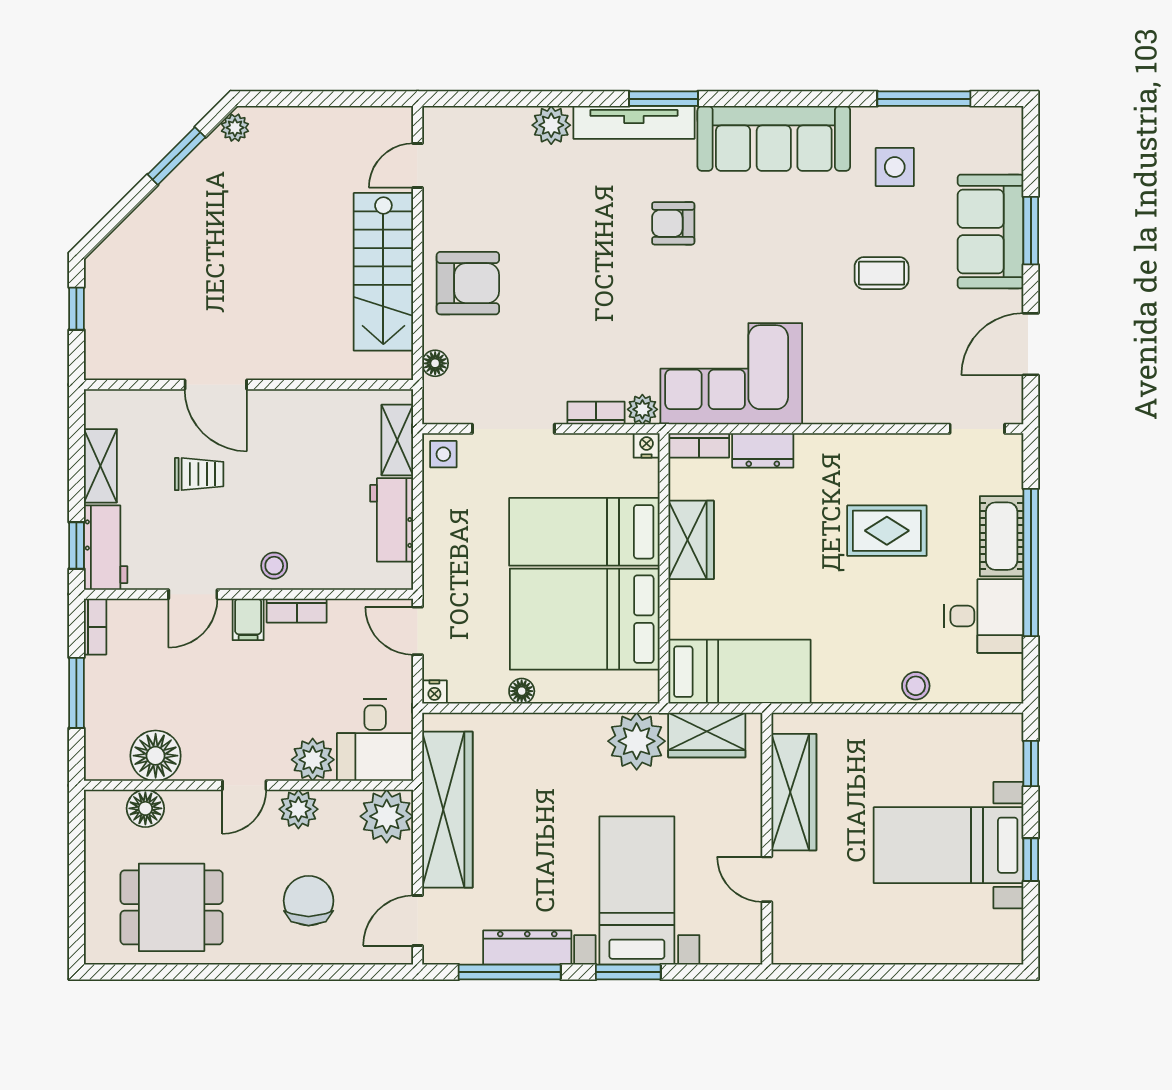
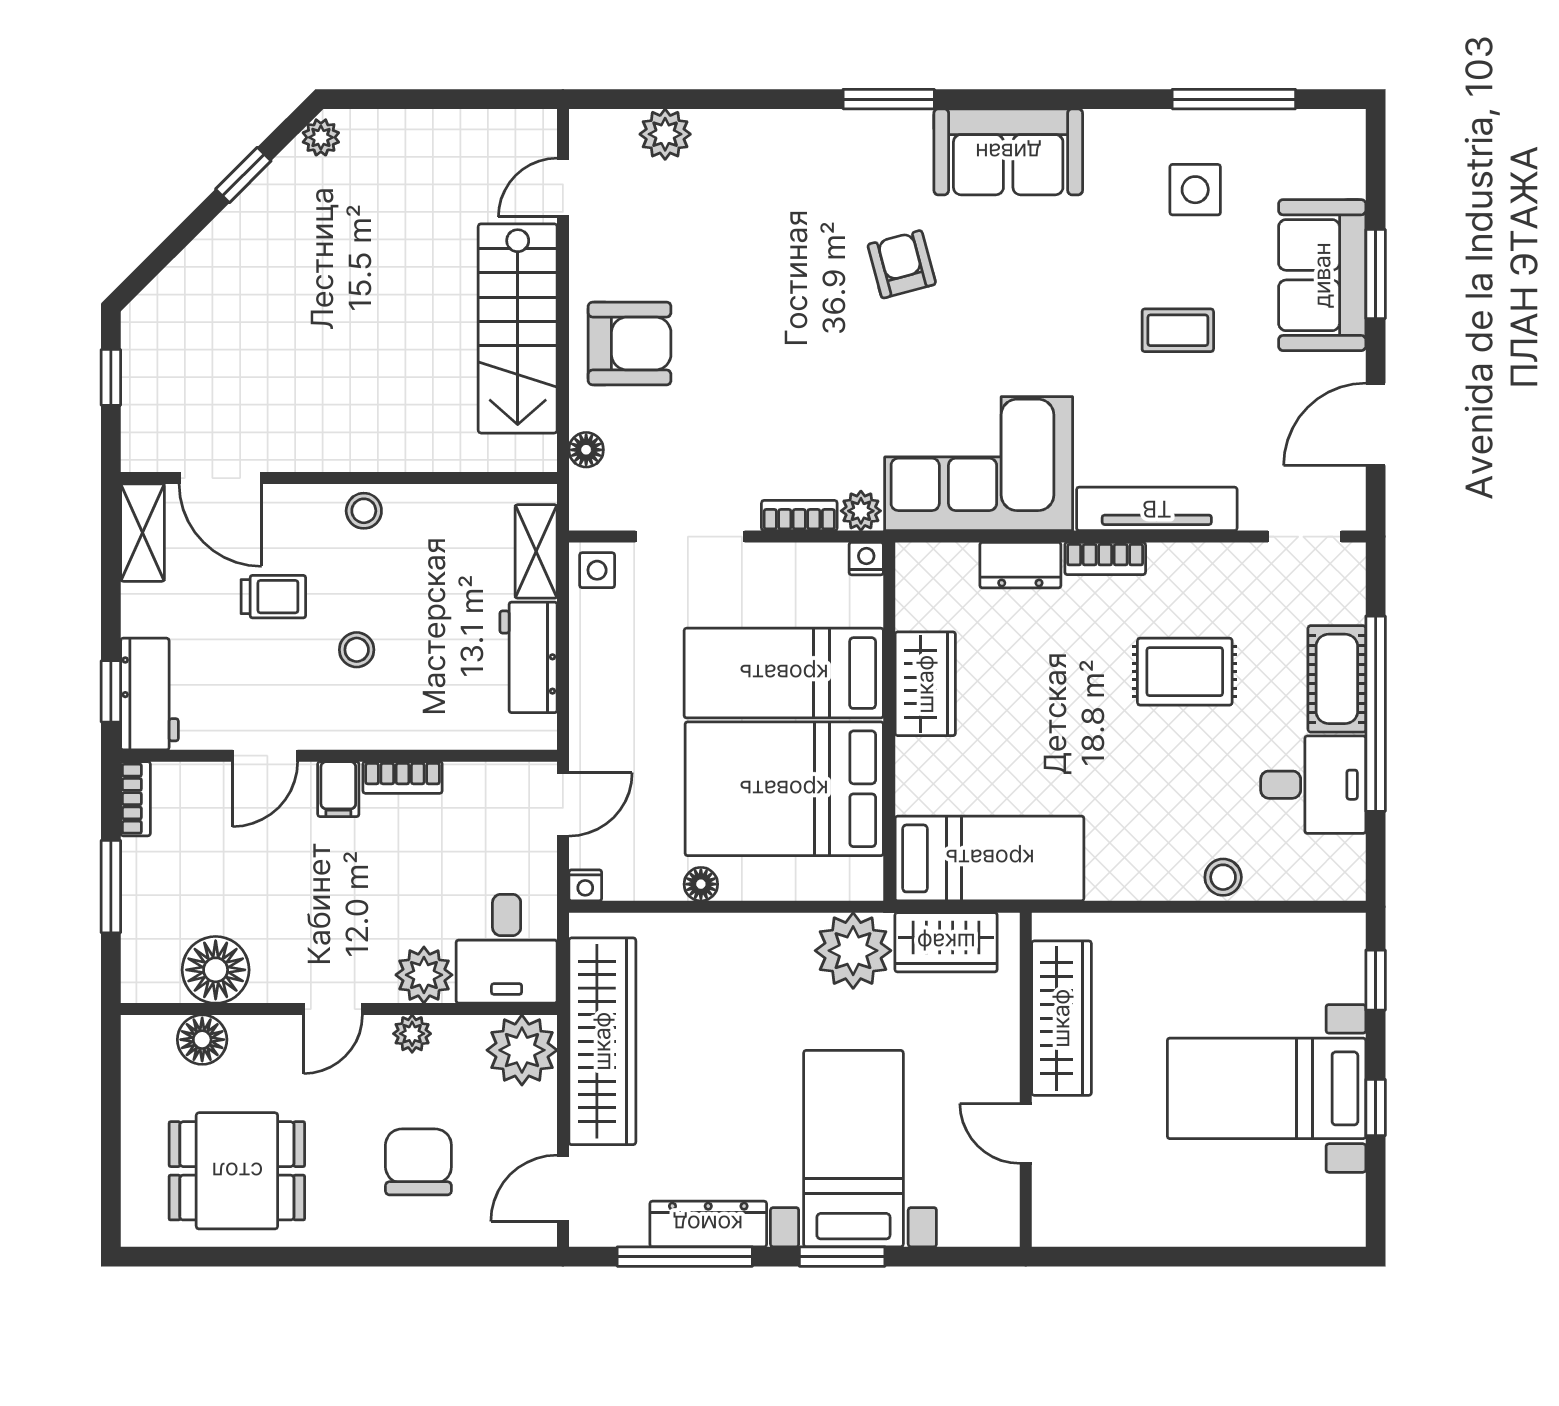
tv unit: (634, 122) -> (1157, 509), moved, turned 180
plant: (551, 125) -> (665, 134), moved
sofa: (774, 138) -> (1008, 152), width x0.73
window: (176, 156) -> (243, 175), width x0.67
armchair: (673, 223) -> (902, 264), turned 75
door: (216, 385) -> (220, 478), moved
stool: (267, 409) -> (364, 511), added
bookcase: (699, 445) -> (1105, 559), moved
shelving: (100, 466) -> (143, 533), moved
stool: (274, 566) -> (357, 650), moved
door: (418, 631) -> (563, 804), swing flipped
plant: (298, 809) -> (412, 1034), width x0.73, depth x0.73

